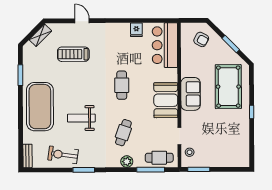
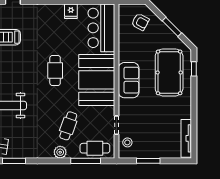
booth: (166, 100) -> (97, 80), width x1.36, depth x1.42
window: (252, 112) -> (194, 69), moved
cafe table: (123, 133) -> (68, 126), moved
tv unit: (245, 148) -> (186, 138), added
window: (199, 169) -> (148, 161), moved

